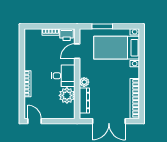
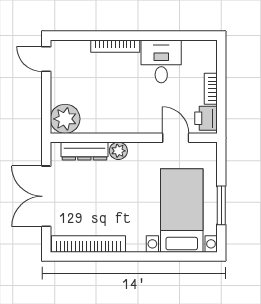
window: (102, 26) -> (221, 205), moved
desk: (63, 76) -> (161, 61), moved, turned 180
plant: (67, 95) -> (65, 119), moved
door: (34, 121) -> (46, 59), swing flipped

